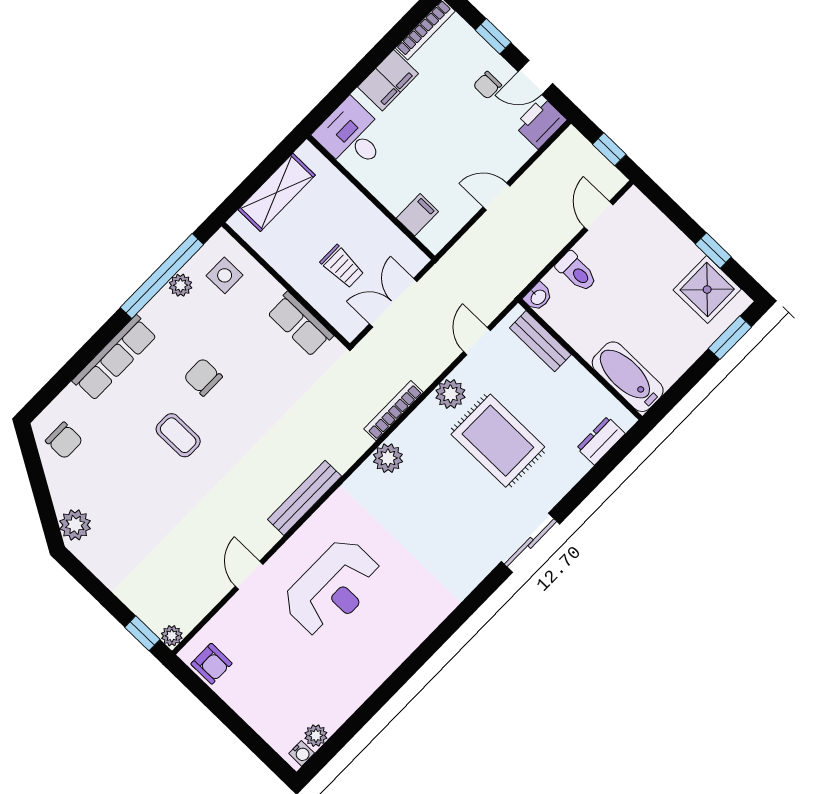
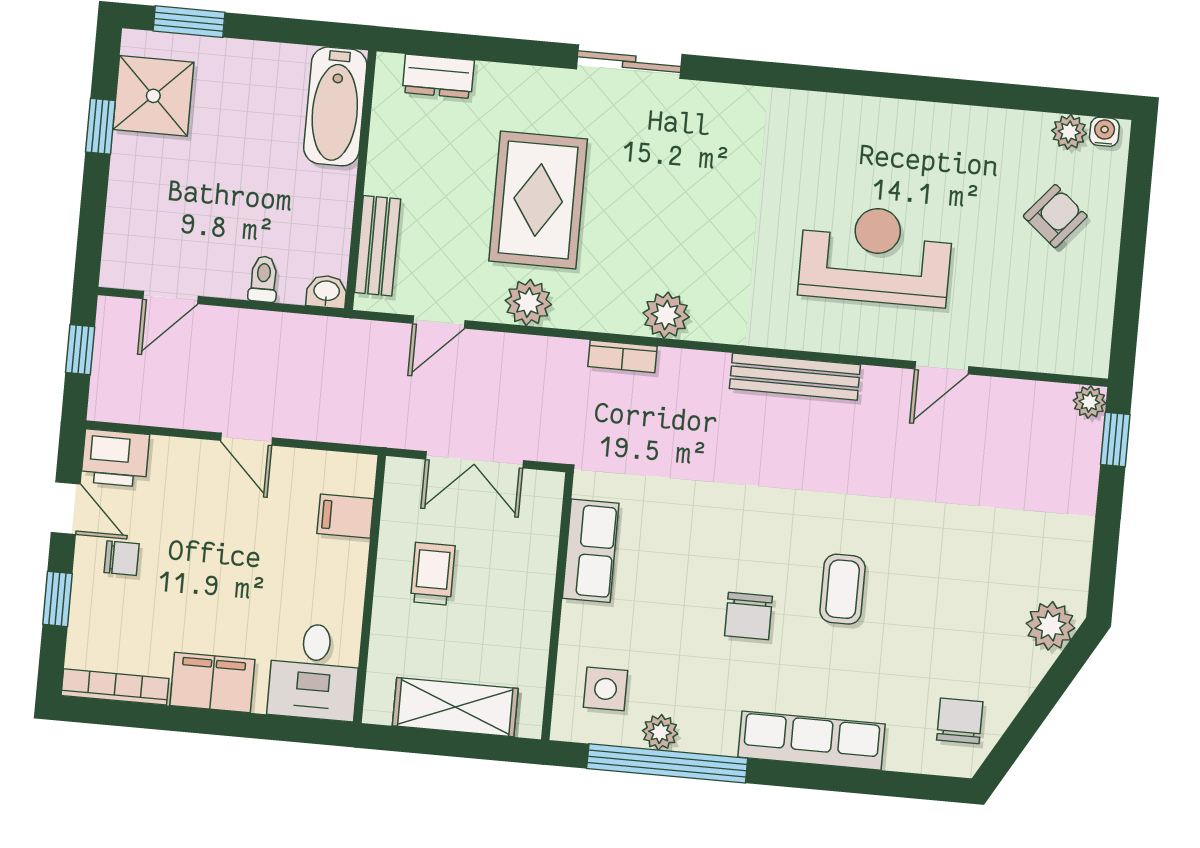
trolley: (342, 267) -> (433, 574), moved
toilet: (577, 272) -> (263, 279), width x0.73, depth x0.72
bookcase: (393, 411) -> (622, 356), width x0.64
armchair: (211, 664) -> (1055, 216), moved, turned 40

